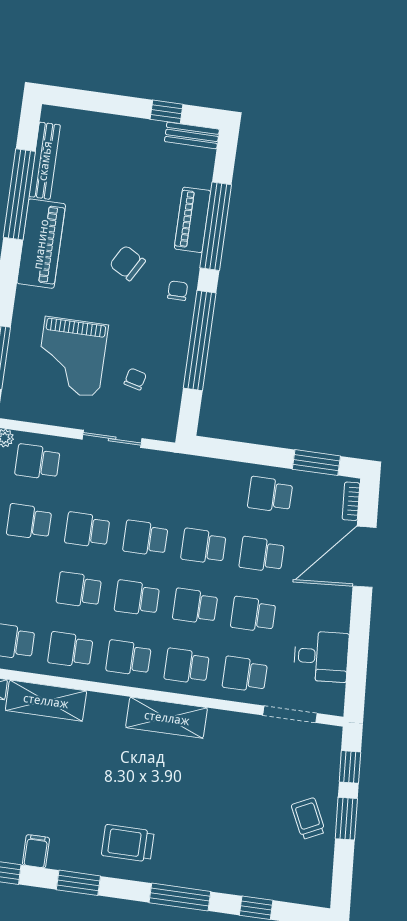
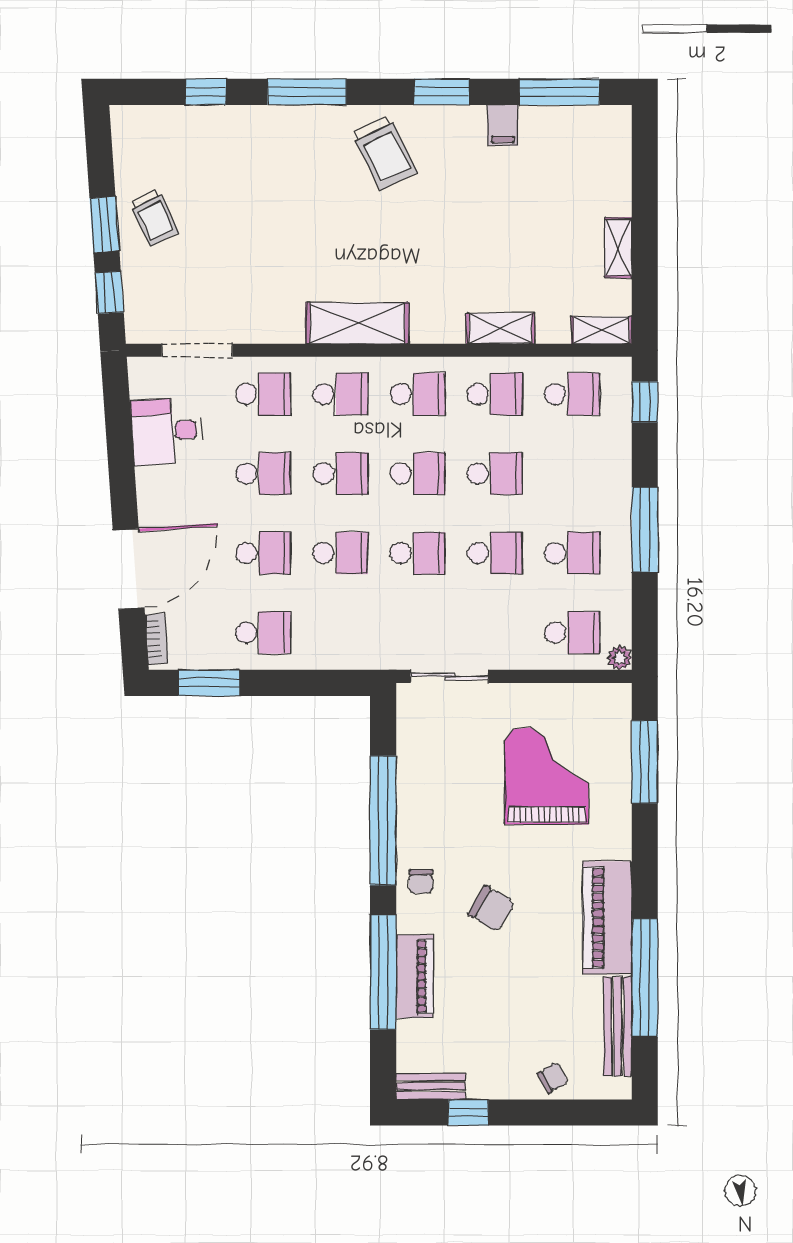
chair: (135, 379) -> (553, 1078), moved, turned -136
sliding door: (112, 439) -> (450, 676), moved
shelving: (46, 701) -> (500, 328), width x0.67, depth x0.75
trolley: (128, 843) -> (385, 153), turned 64

